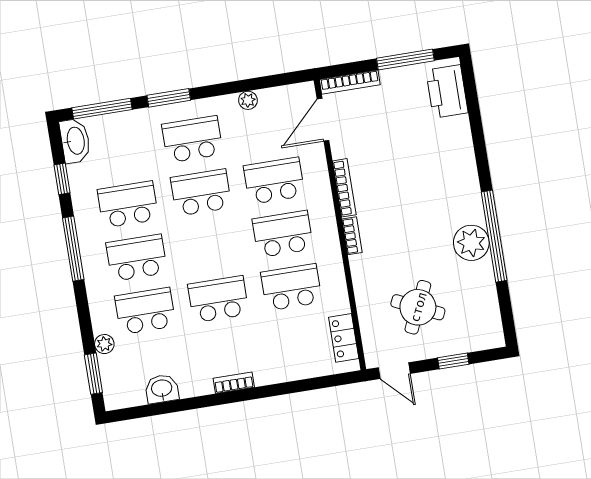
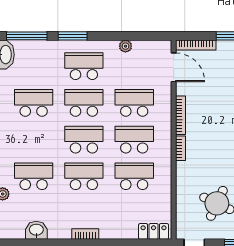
door: (323, 120) -> (174, 67), swing flipped
school desk: (137, 258) -> (84, 140), moved
locker: (344, 338) -> (154, 231), moved, turned 90

